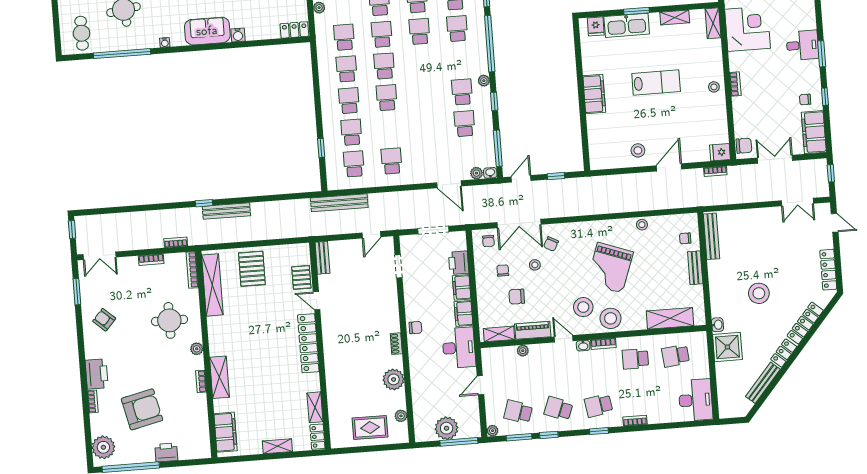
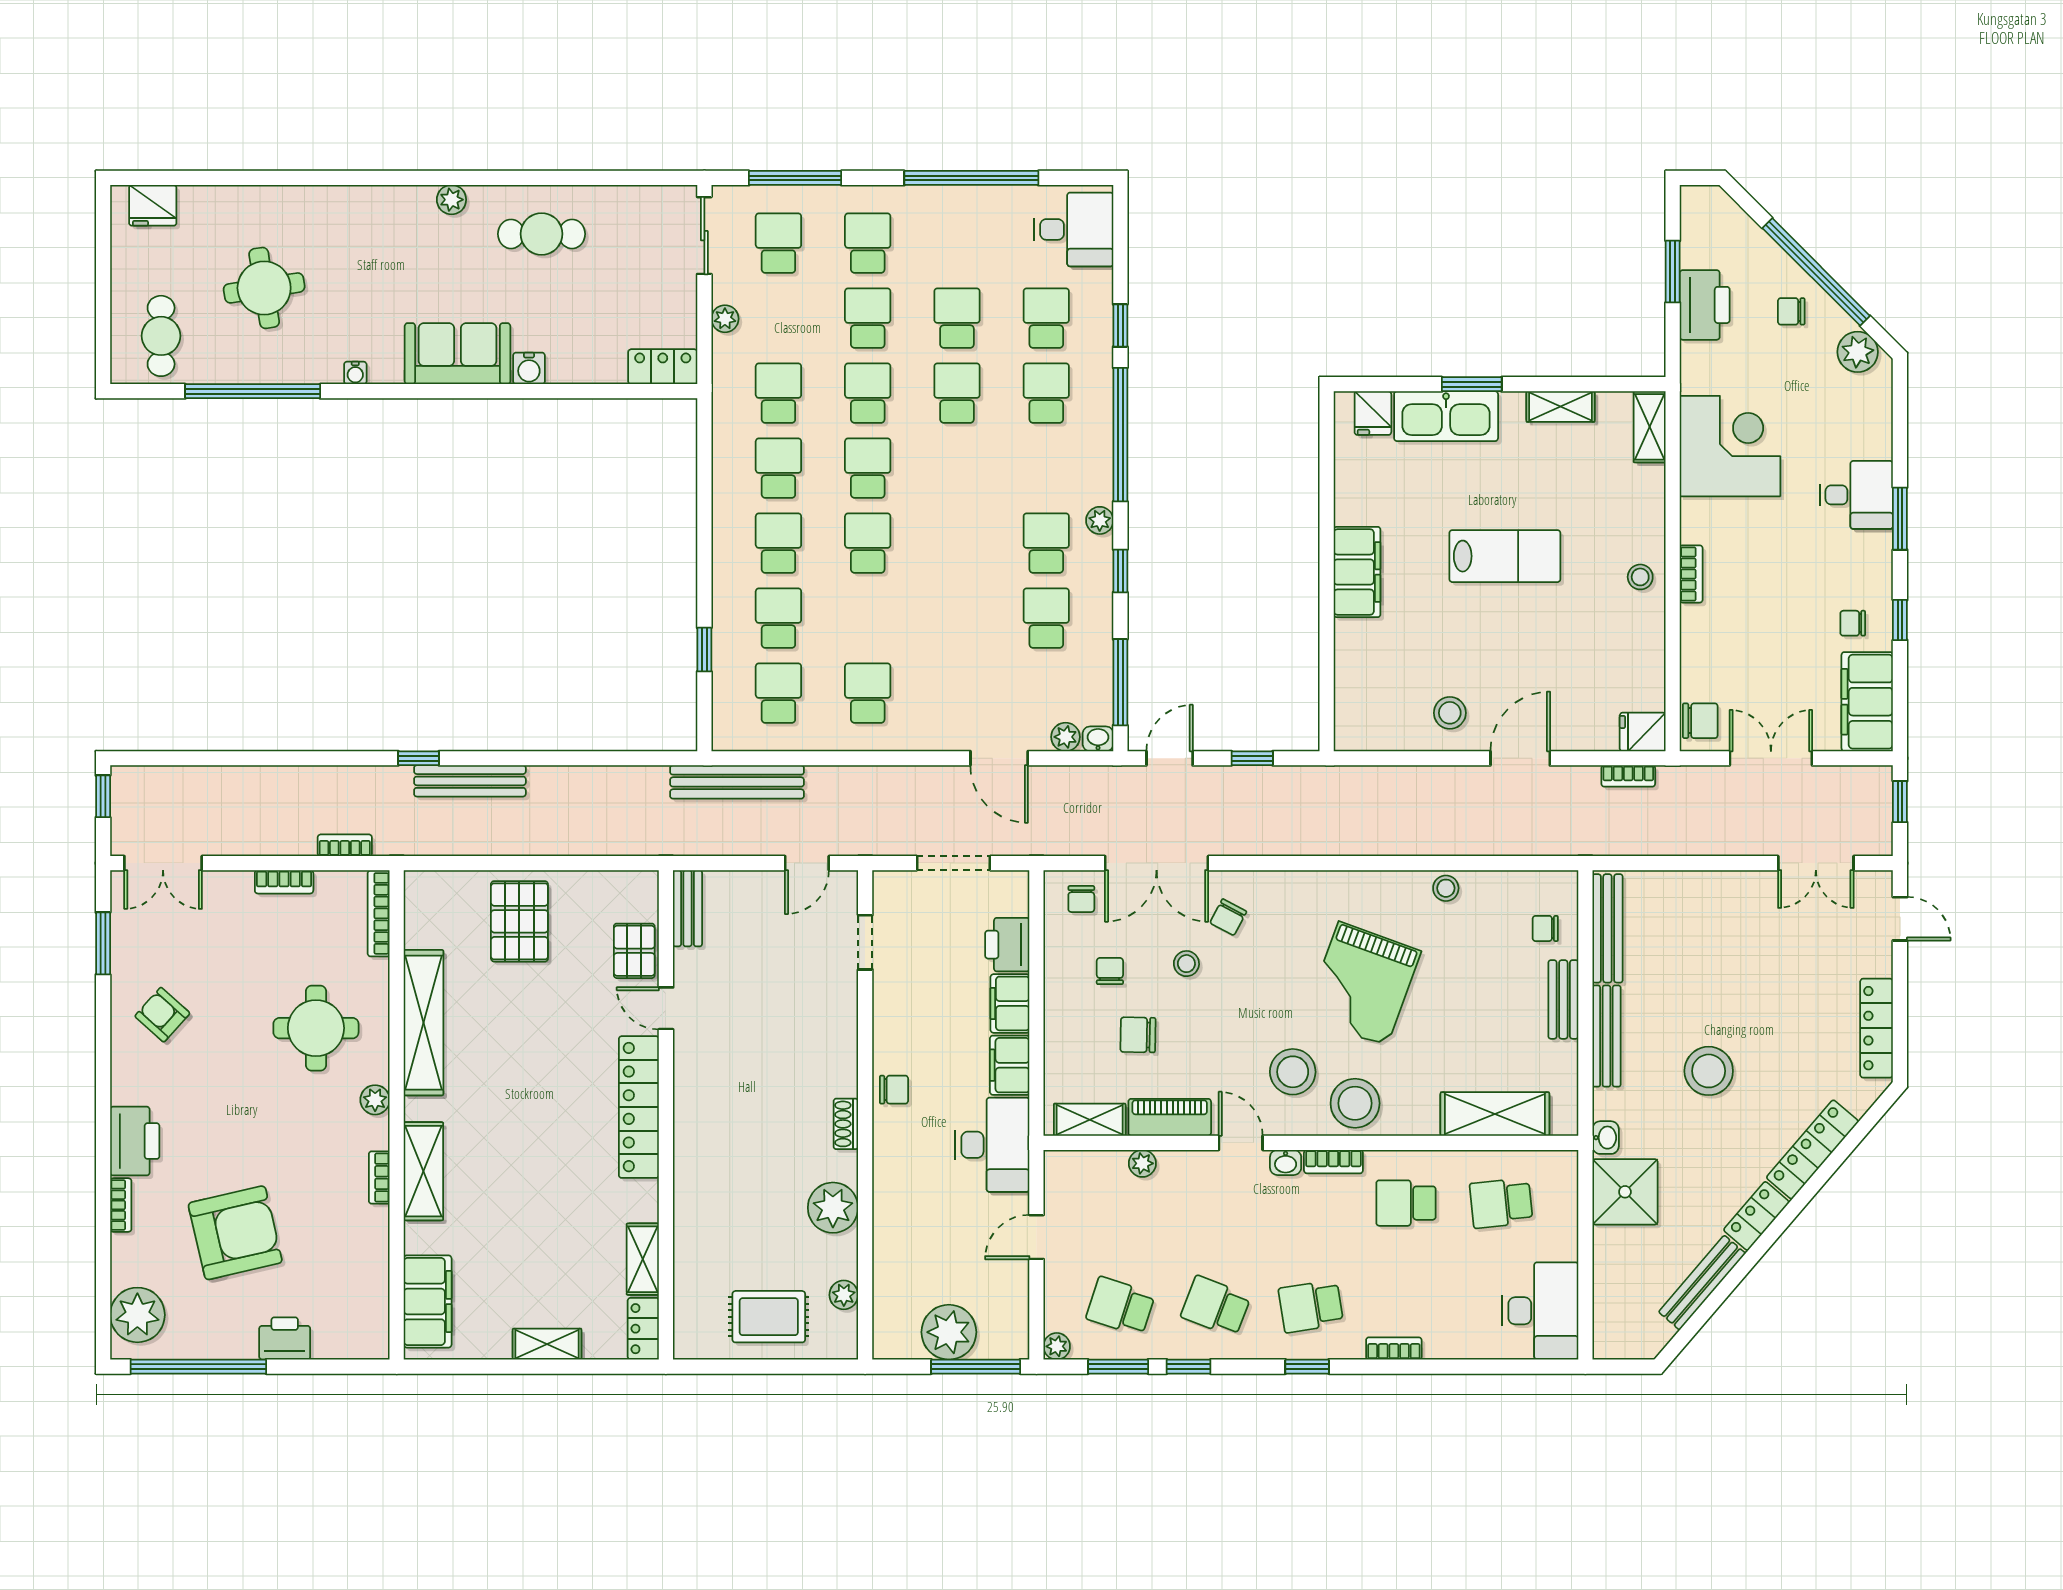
bench: (715, 282) -> (1606, 1036), added
shelving: (212, 285) -> (424, 1023), moved

